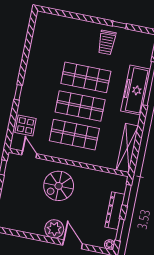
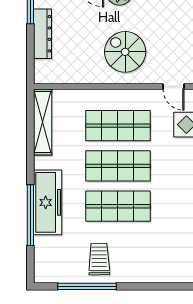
window: (119, 25) -> (87, 286), width x3.17
spiral stairs: (59, 186) -> (125, 52), turned -90
window: (127, 195) -> (30, 58), removed

